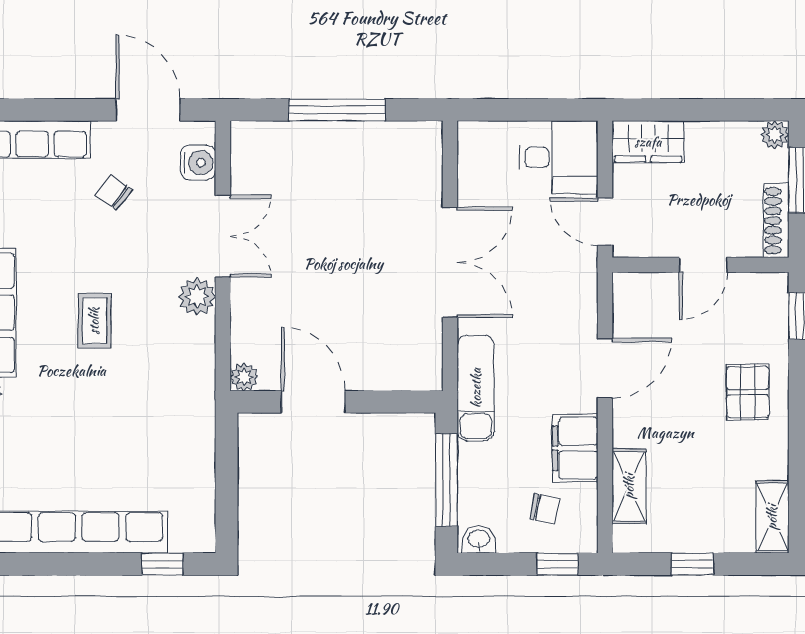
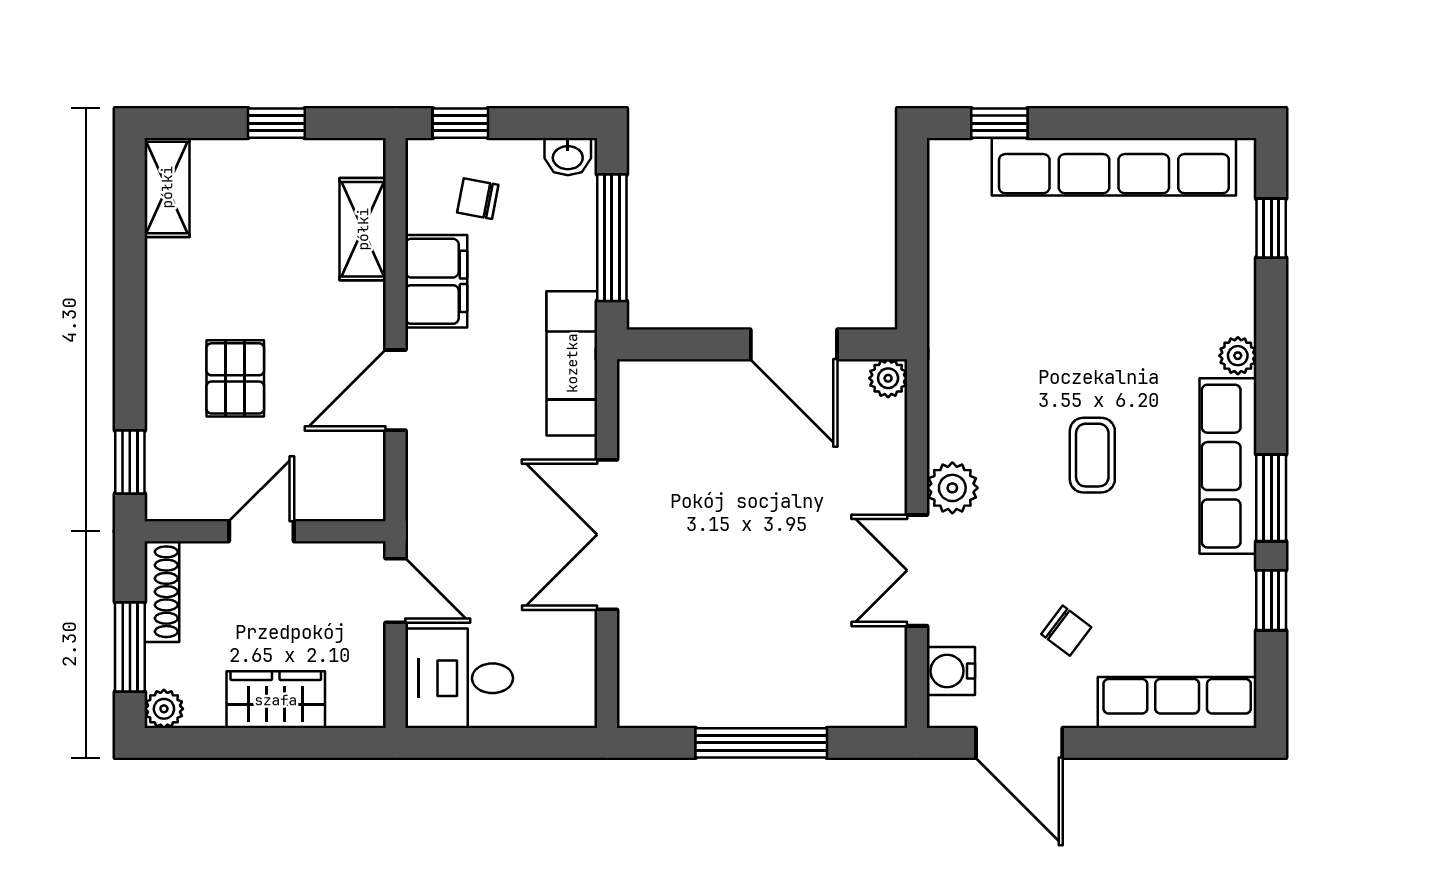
wardrobe: (648, 142) -> (276, 700), moved
pallet: (748, 392) -> (235, 378), moved

